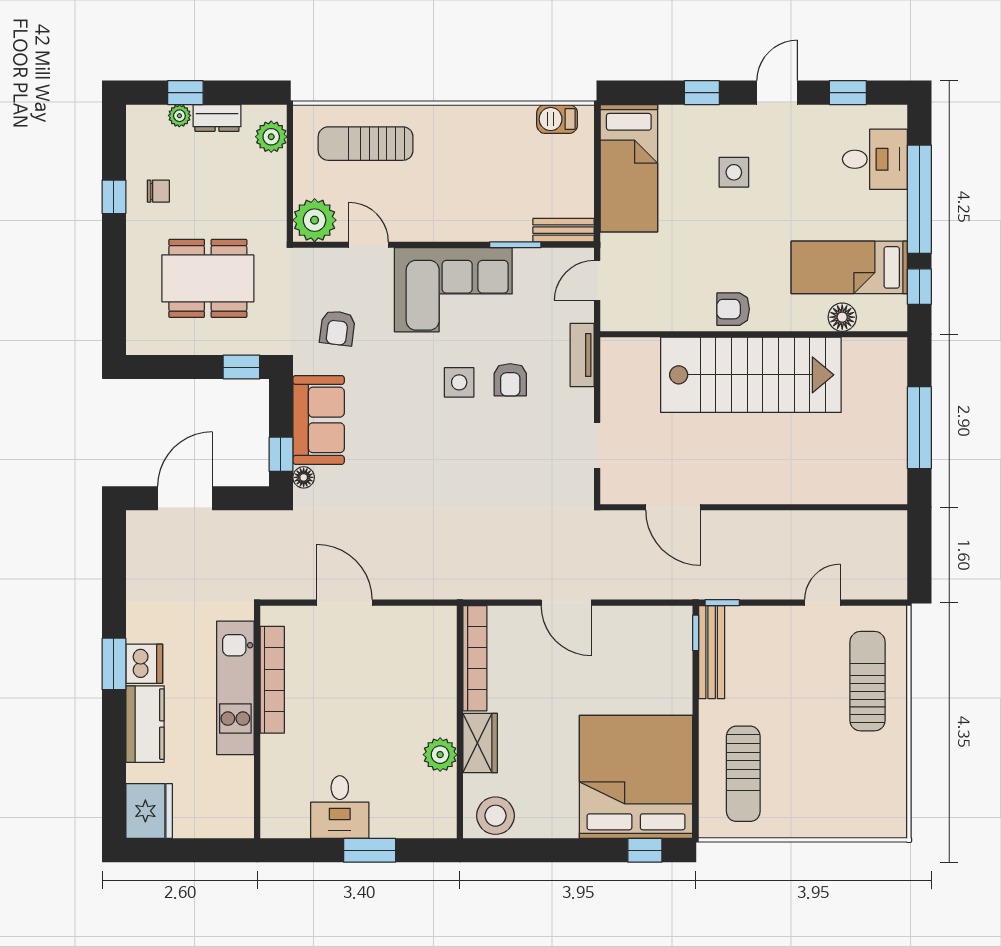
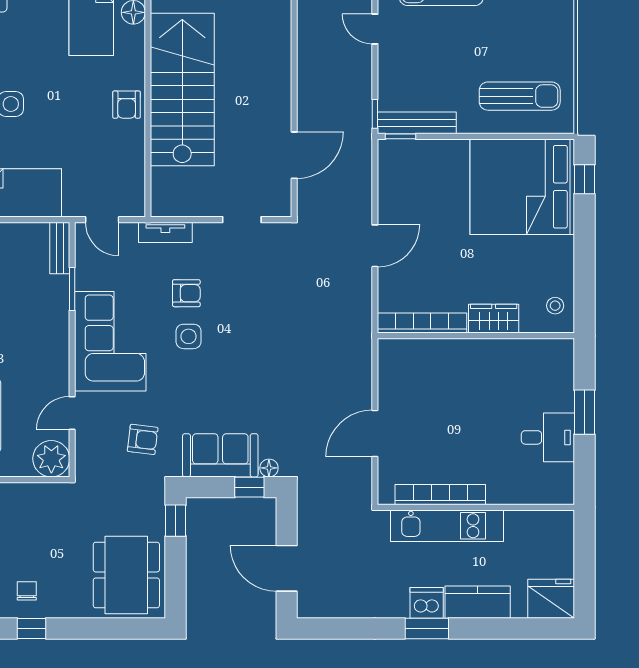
dining table: (208, 278) -> (126, 575), moved
plant: (440, 755) -> (503, 353), removed
stool: (495, 816) -> (555, 306), width x0.53, depth x0.53

